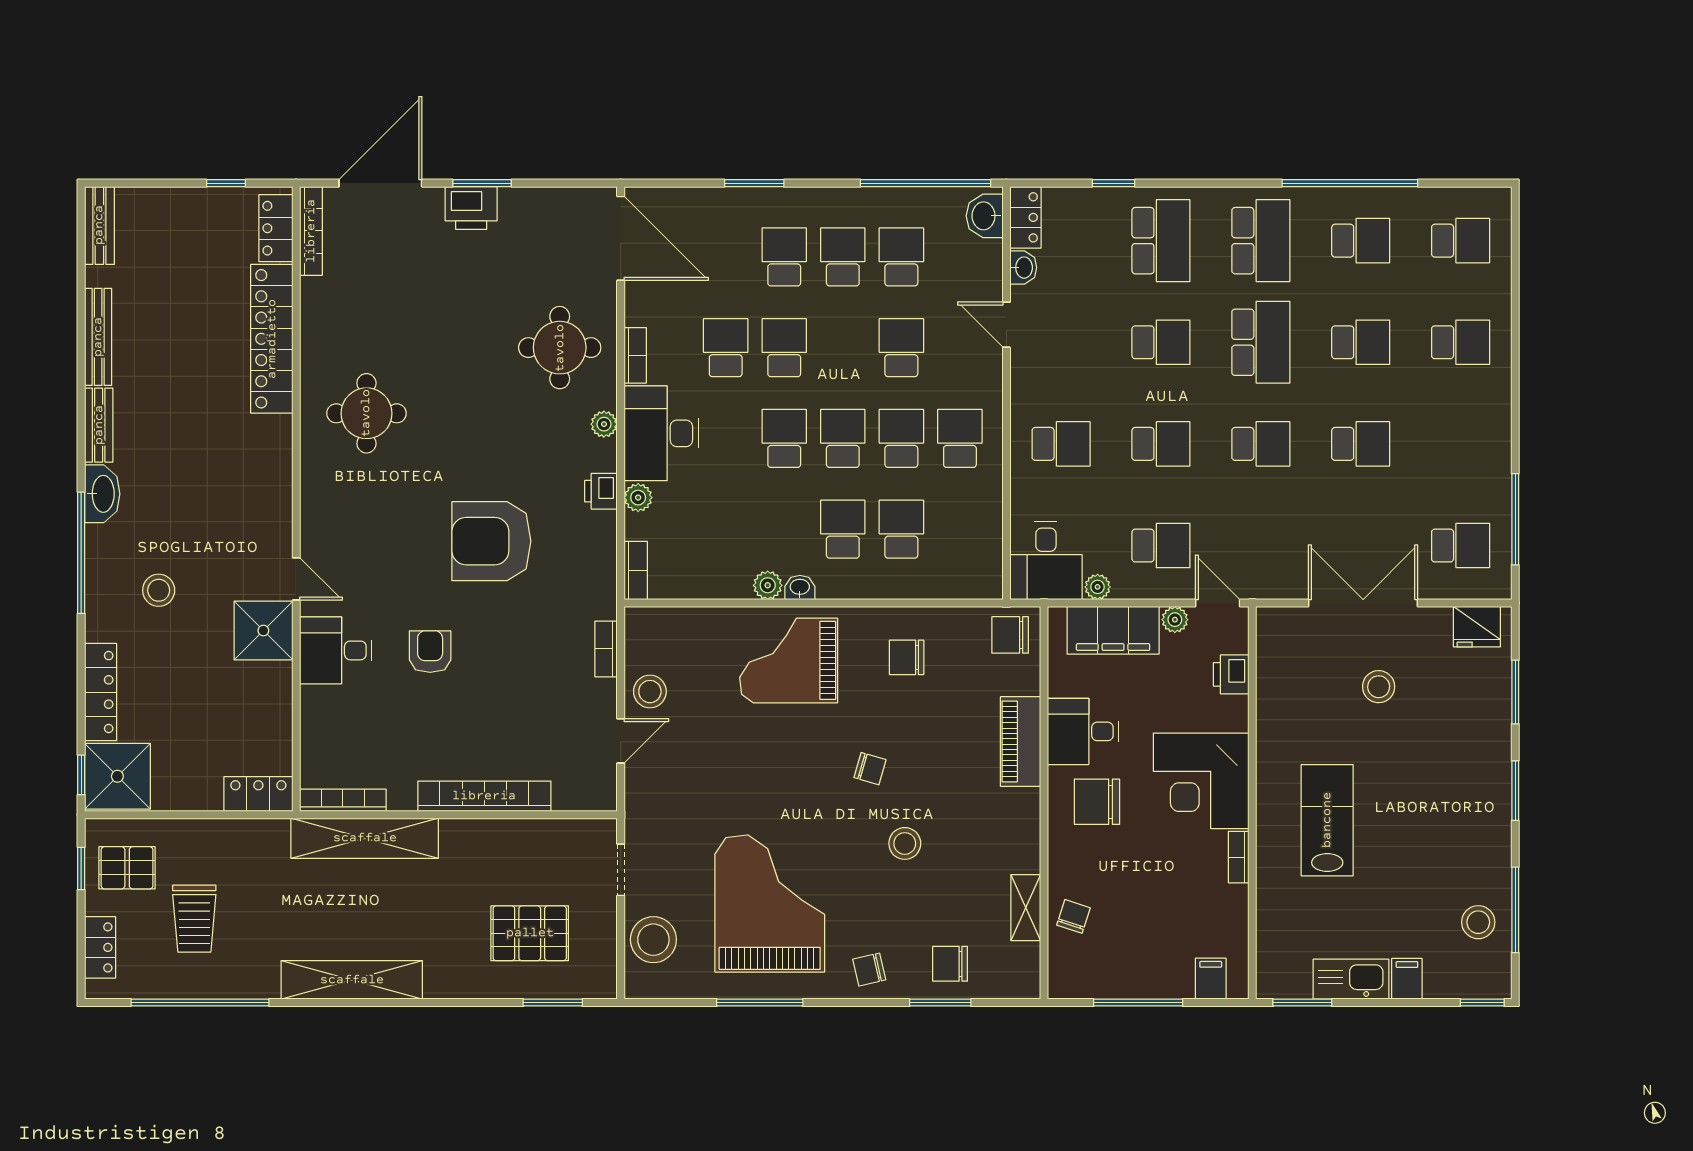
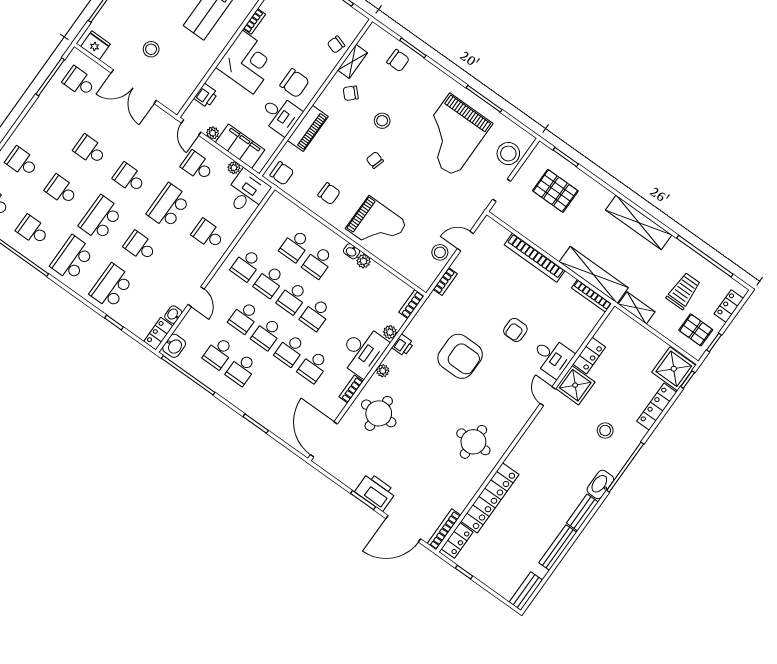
printer: (471, 208) -> (376, 492), width x1.37, depth x1.19
school desk: (784, 257) -> (267, 334), moved
school desk: (1161, 444) -> (169, 206), width x1.85
locker: (258, 794) -> (589, 356), moved, turned -90
shelving: (253, 834) -> (637, 308), added
chair: (869, 970) -> (351, 93), moved, turned 149

